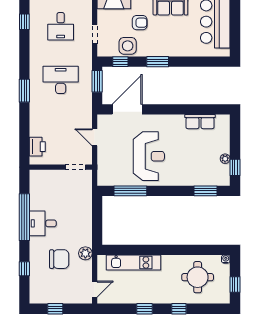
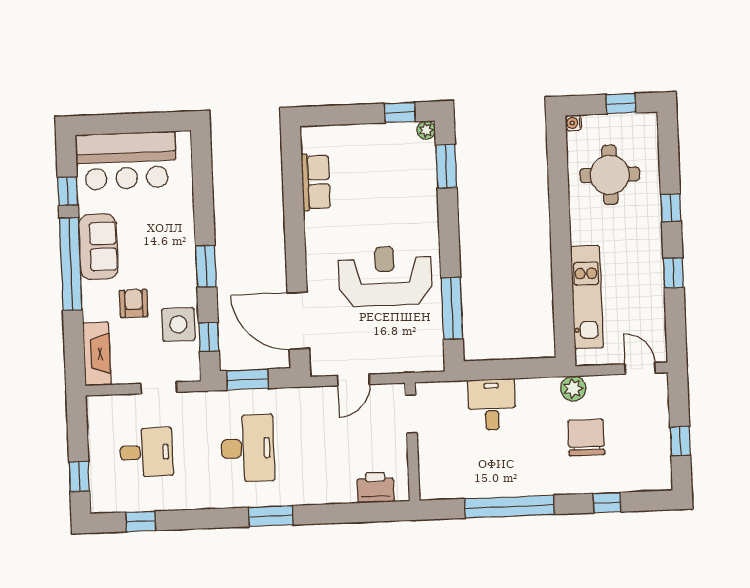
desk: (61, 80) -> (248, 448), turned 180
plant: (225, 159) -> (426, 130), moved
desk: (43, 223) -> (492, 404), moved, turned 180

